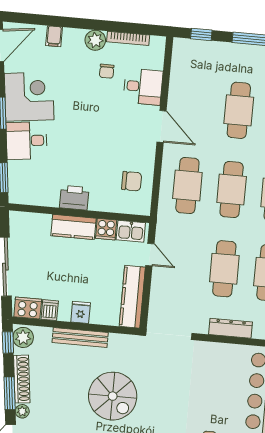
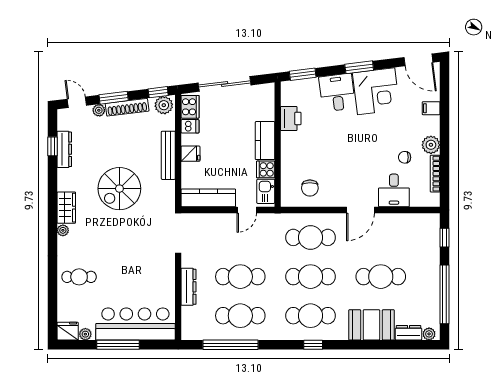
printer: (74, 198) -> (291, 118), moved

